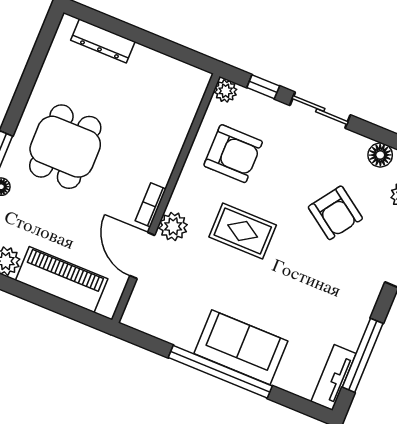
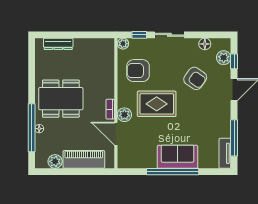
dining table: (65, 147) -> (61, 99), width x1.38
armchair: (233, 154) -> (138, 71), turned 180
rug: (243, 231) -> (157, 104), width x1.36, depth x1.43

